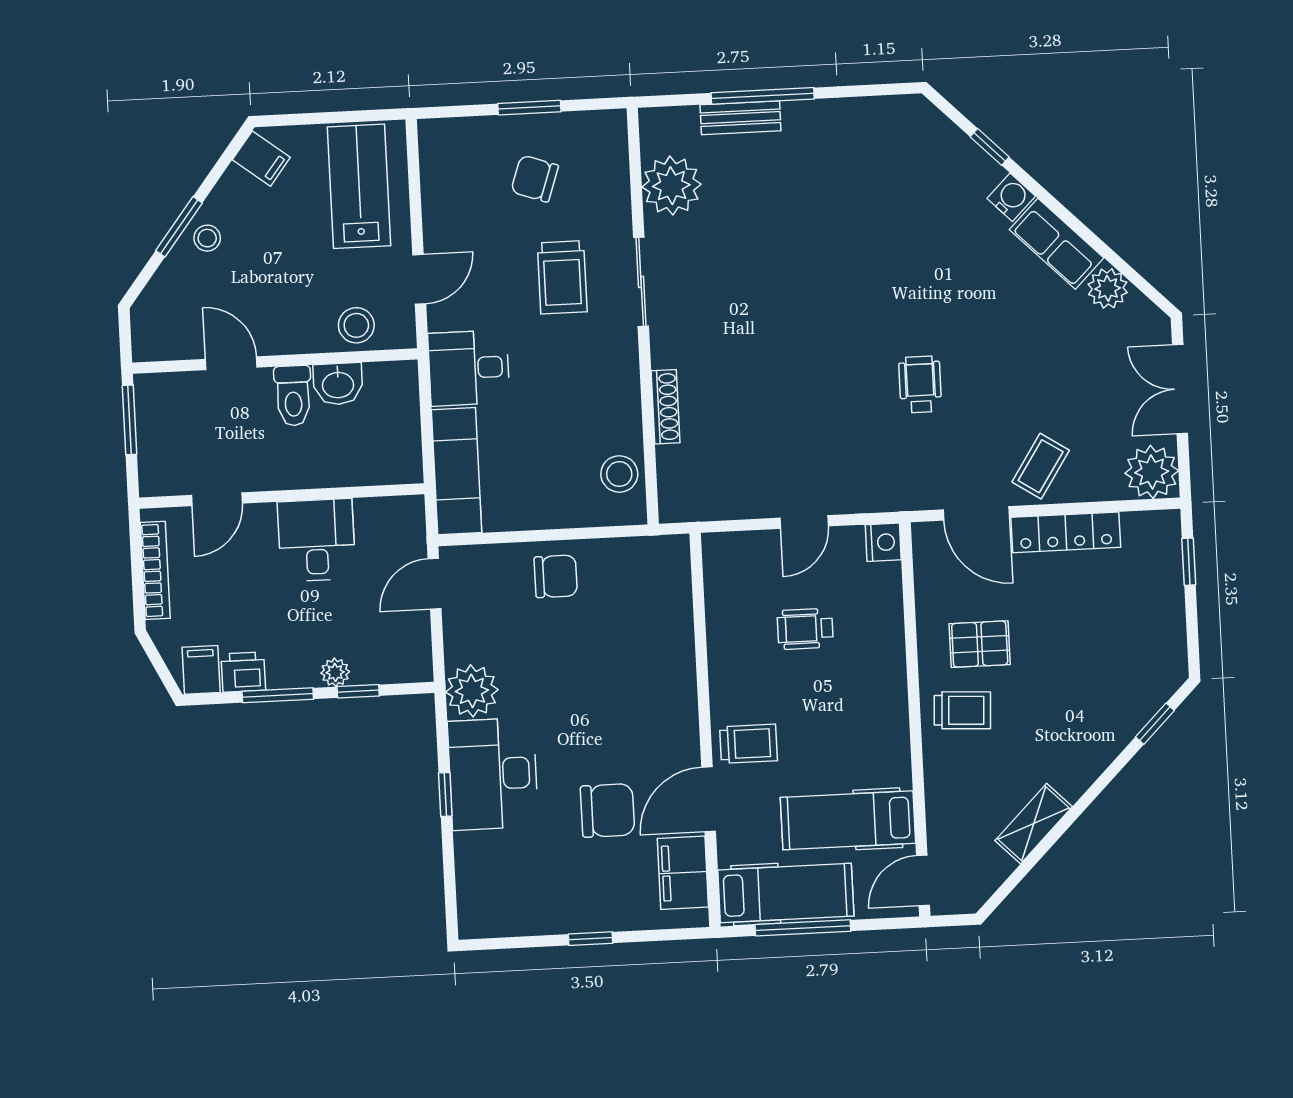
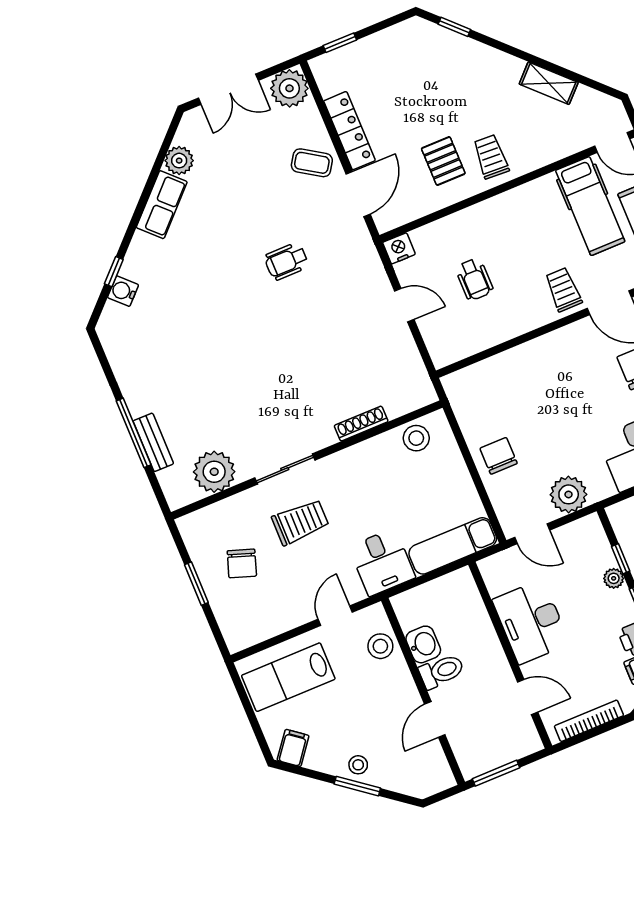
water cooler: (1011, 197) -> (123, 291), moved
door: (419, 279) -> (335, 616), hinge flipped
desk: (316, 540) -> (531, 622), width x1.37
plant: (472, 691) -> (569, 494), moved

